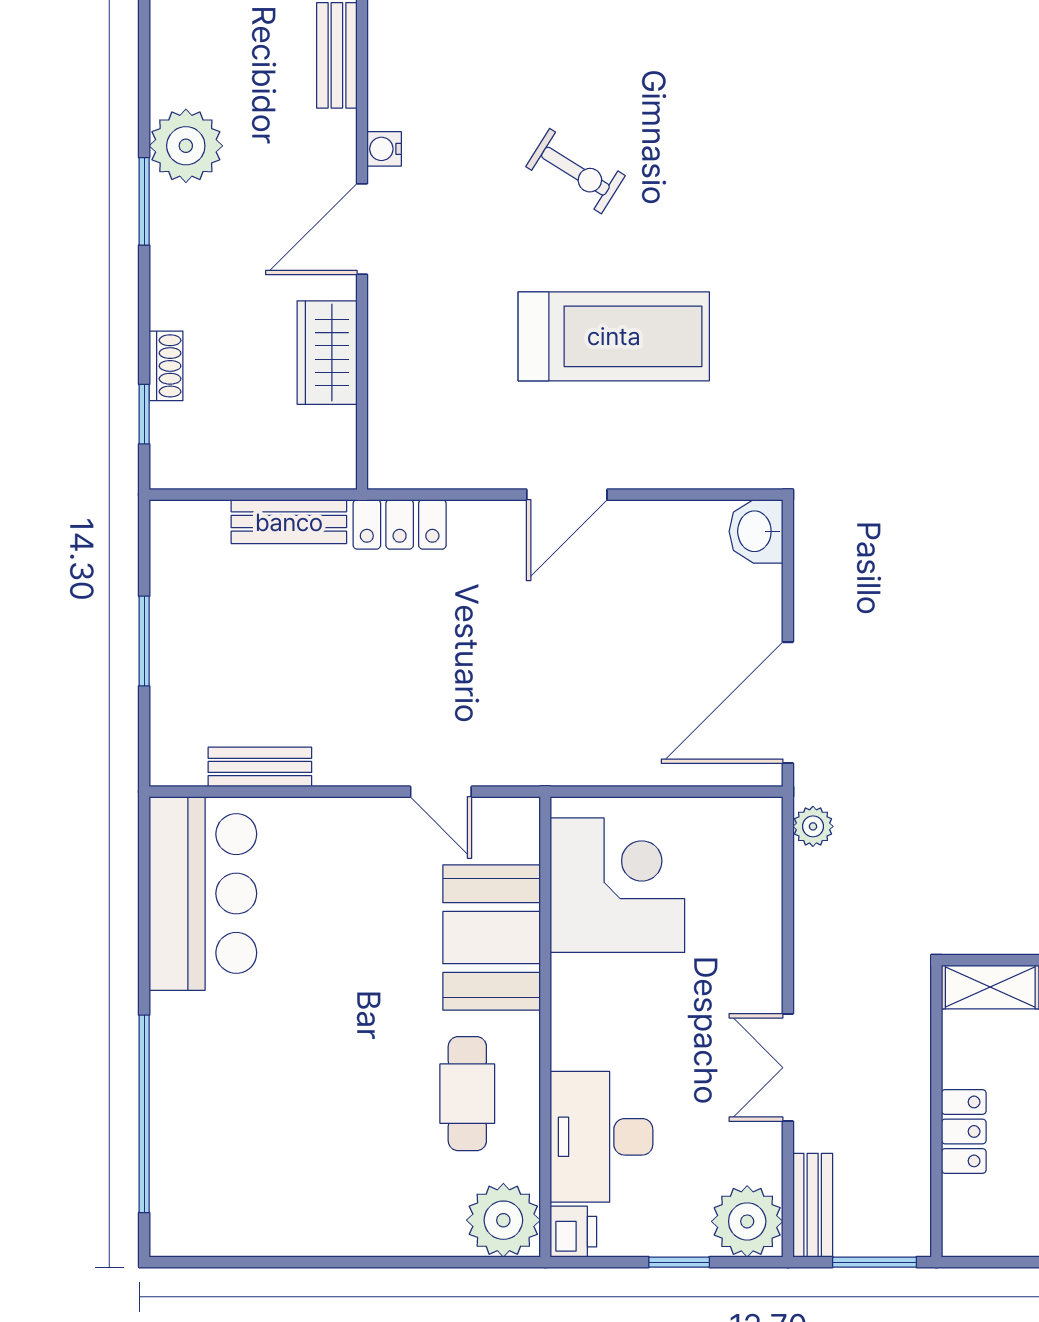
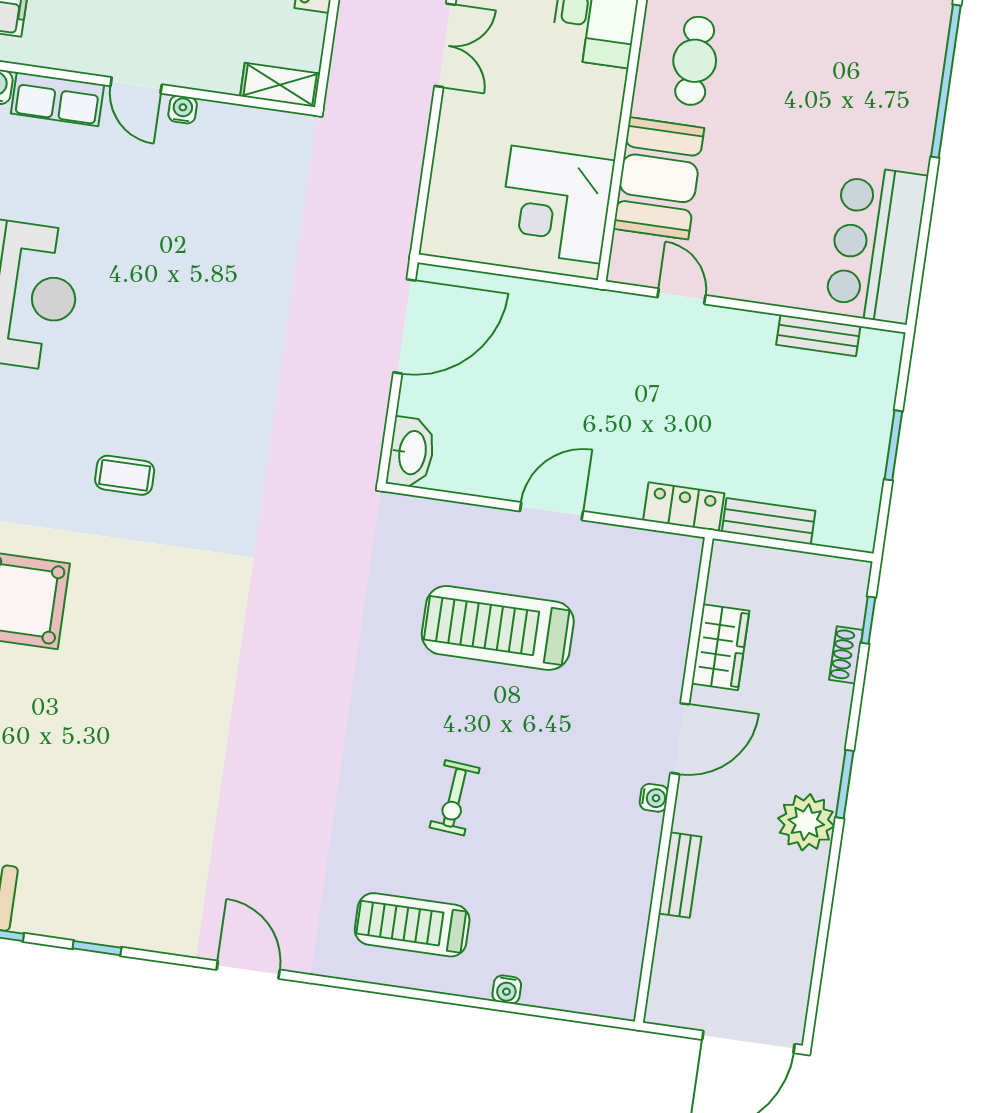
exercise bike: (575, 171) -> (455, 798), moved, turned -117
washbasin: (756, 531) -> (411, 452), width x1.38
plant: (813, 826) -> (399, 228), removed

